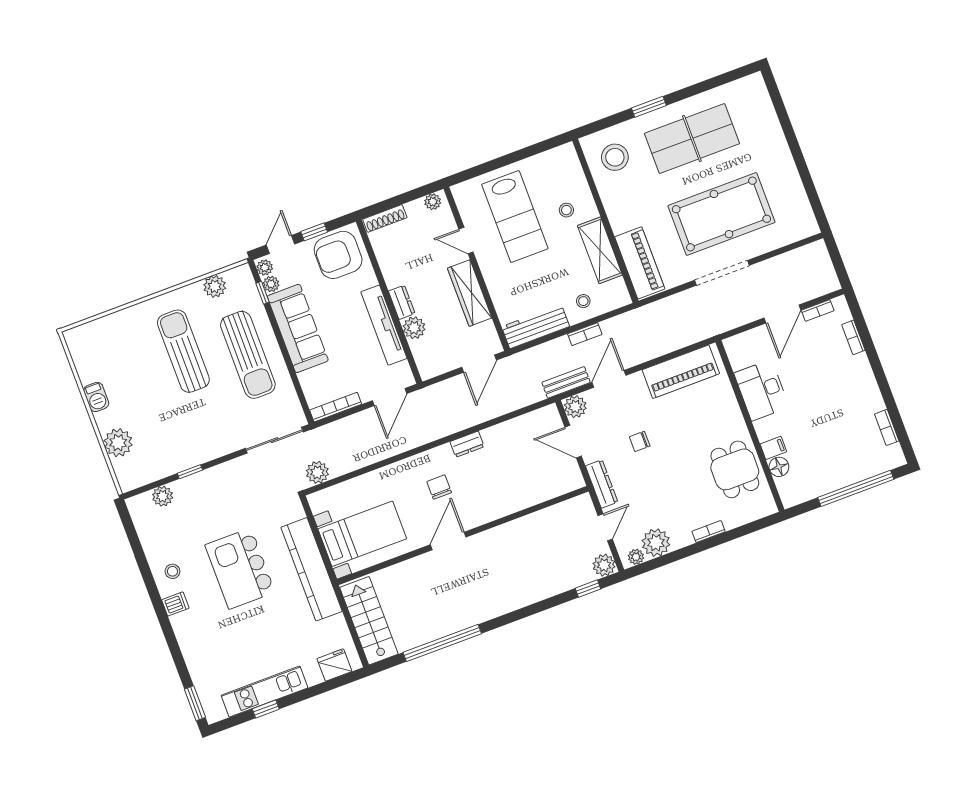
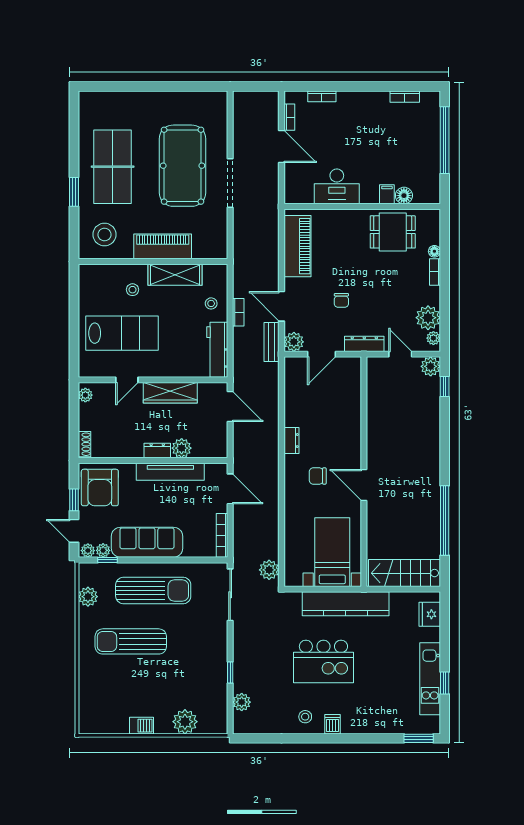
shoe rack: (385, 218) -> (84, 444), width x0.70
piano: (640, 263) -> (163, 246), moved
floor lamp: (731, 523) -> (434, 251), added

